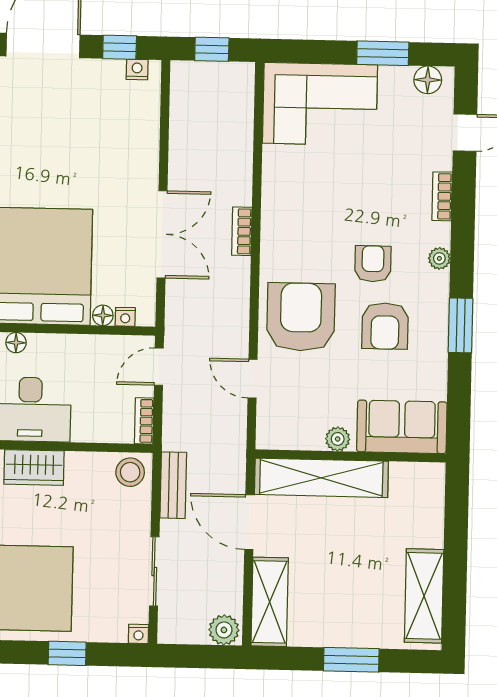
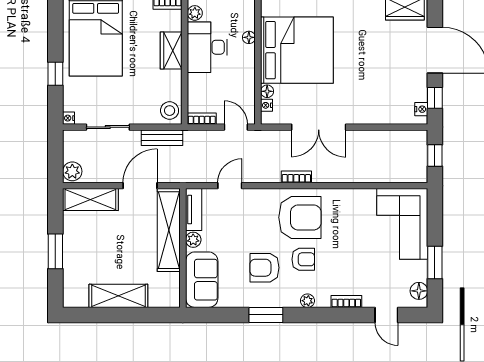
bookcase: (242, 231) -> (296, 177), moved
armchair: (301, 317) -> (300, 217), moved
tv unit: (289, 437) -> (194, 210), added
shelving: (424, 596) -> (118, 296), moved

